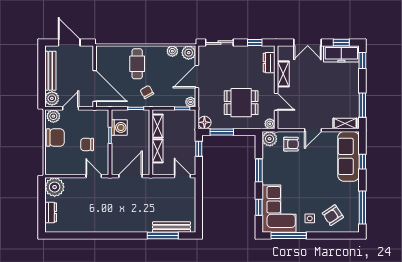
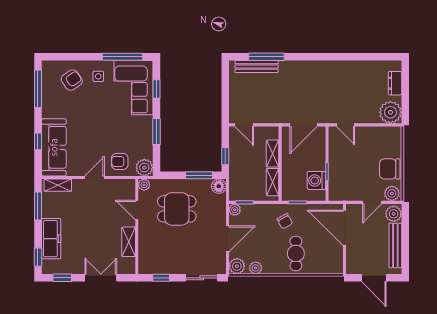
freezer: (341, 54) -> (51, 239), moved, turned 90
dresser: (269, 63) -> (145, 255), removed
chair: (87, 144) -> (353, 161), removed

